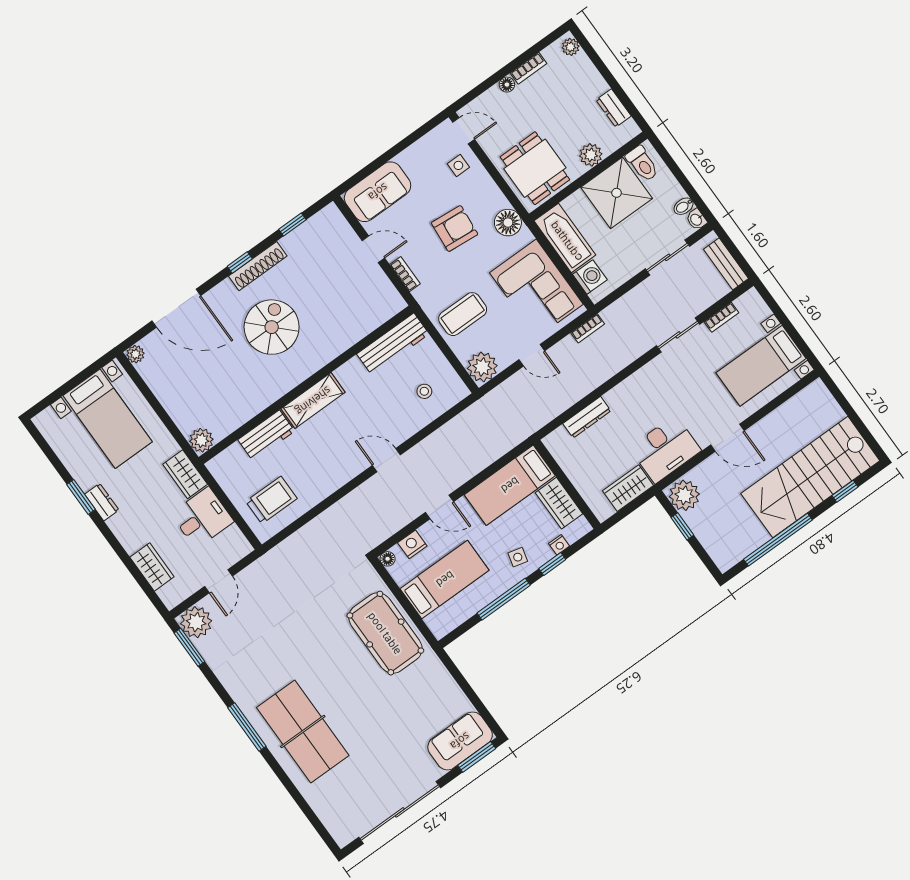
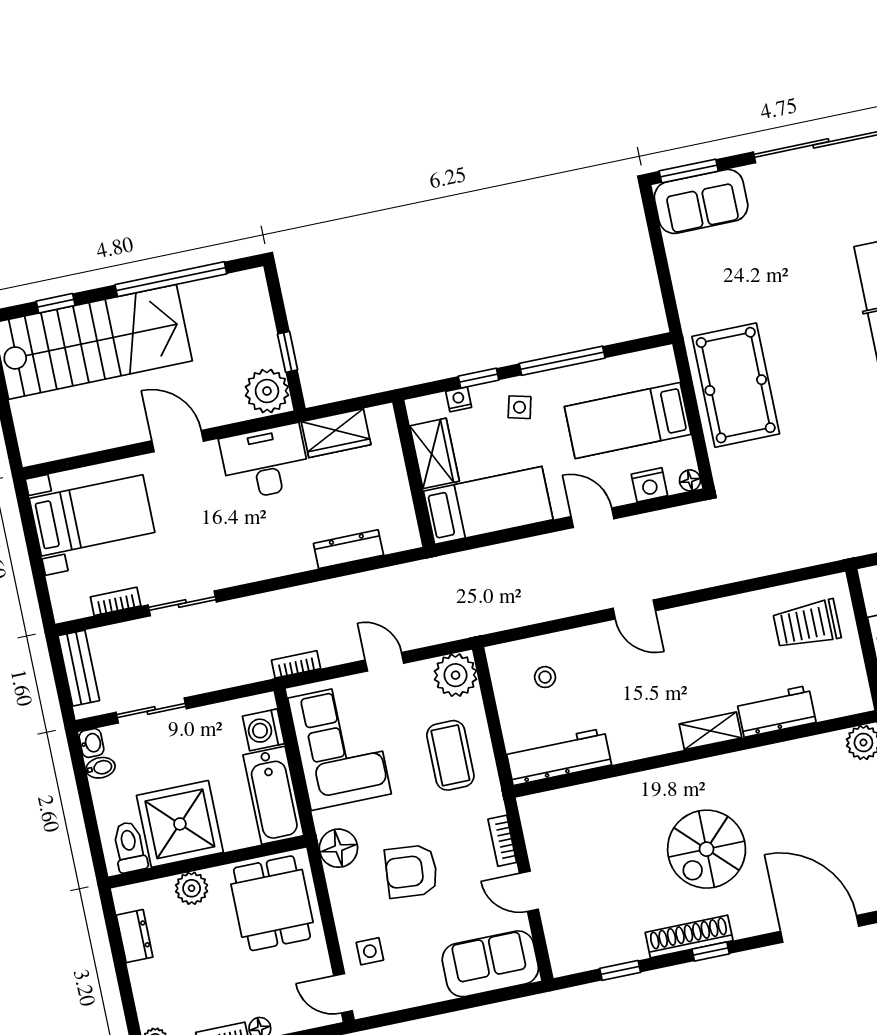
coffee table: (463, 314) -> (450, 755), turned 90
shelving: (313, 401) -> (710, 731), width x0.67, depth x0.75

